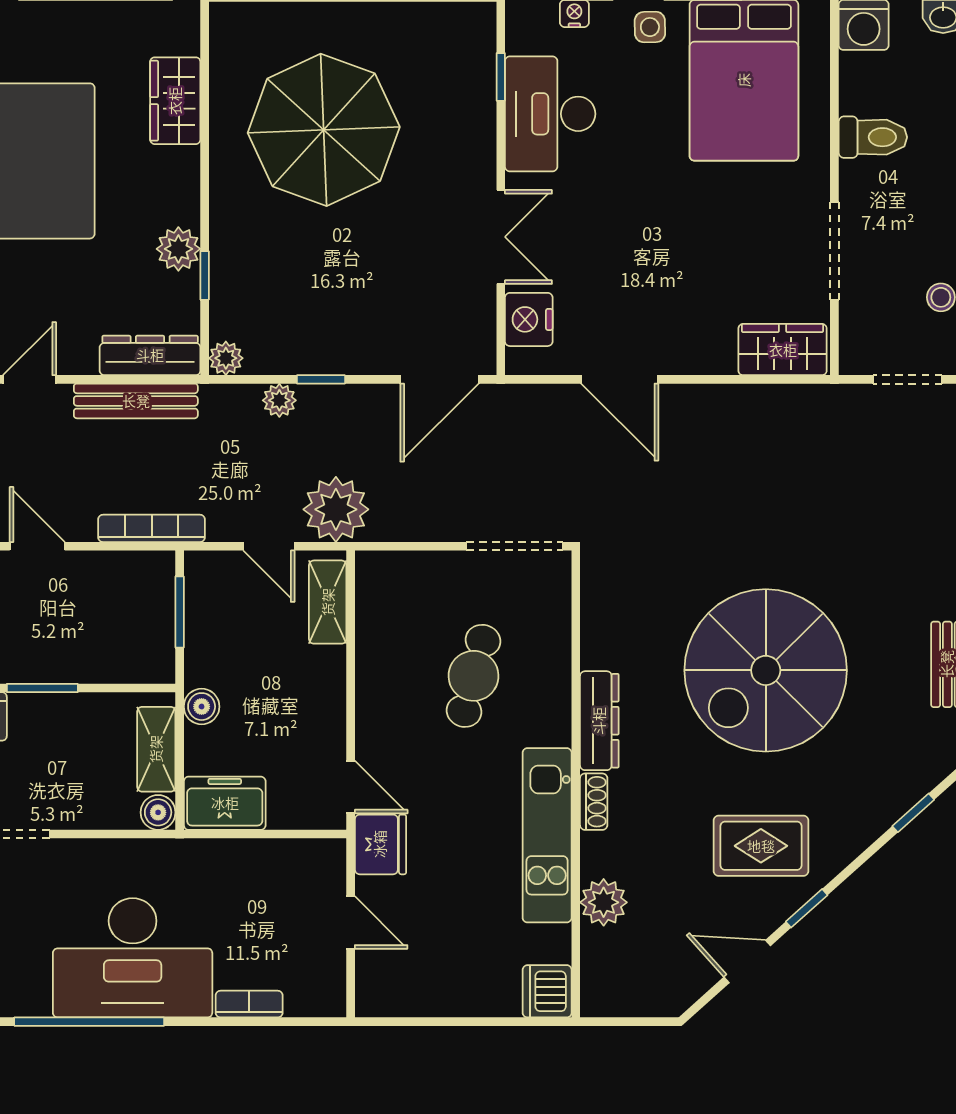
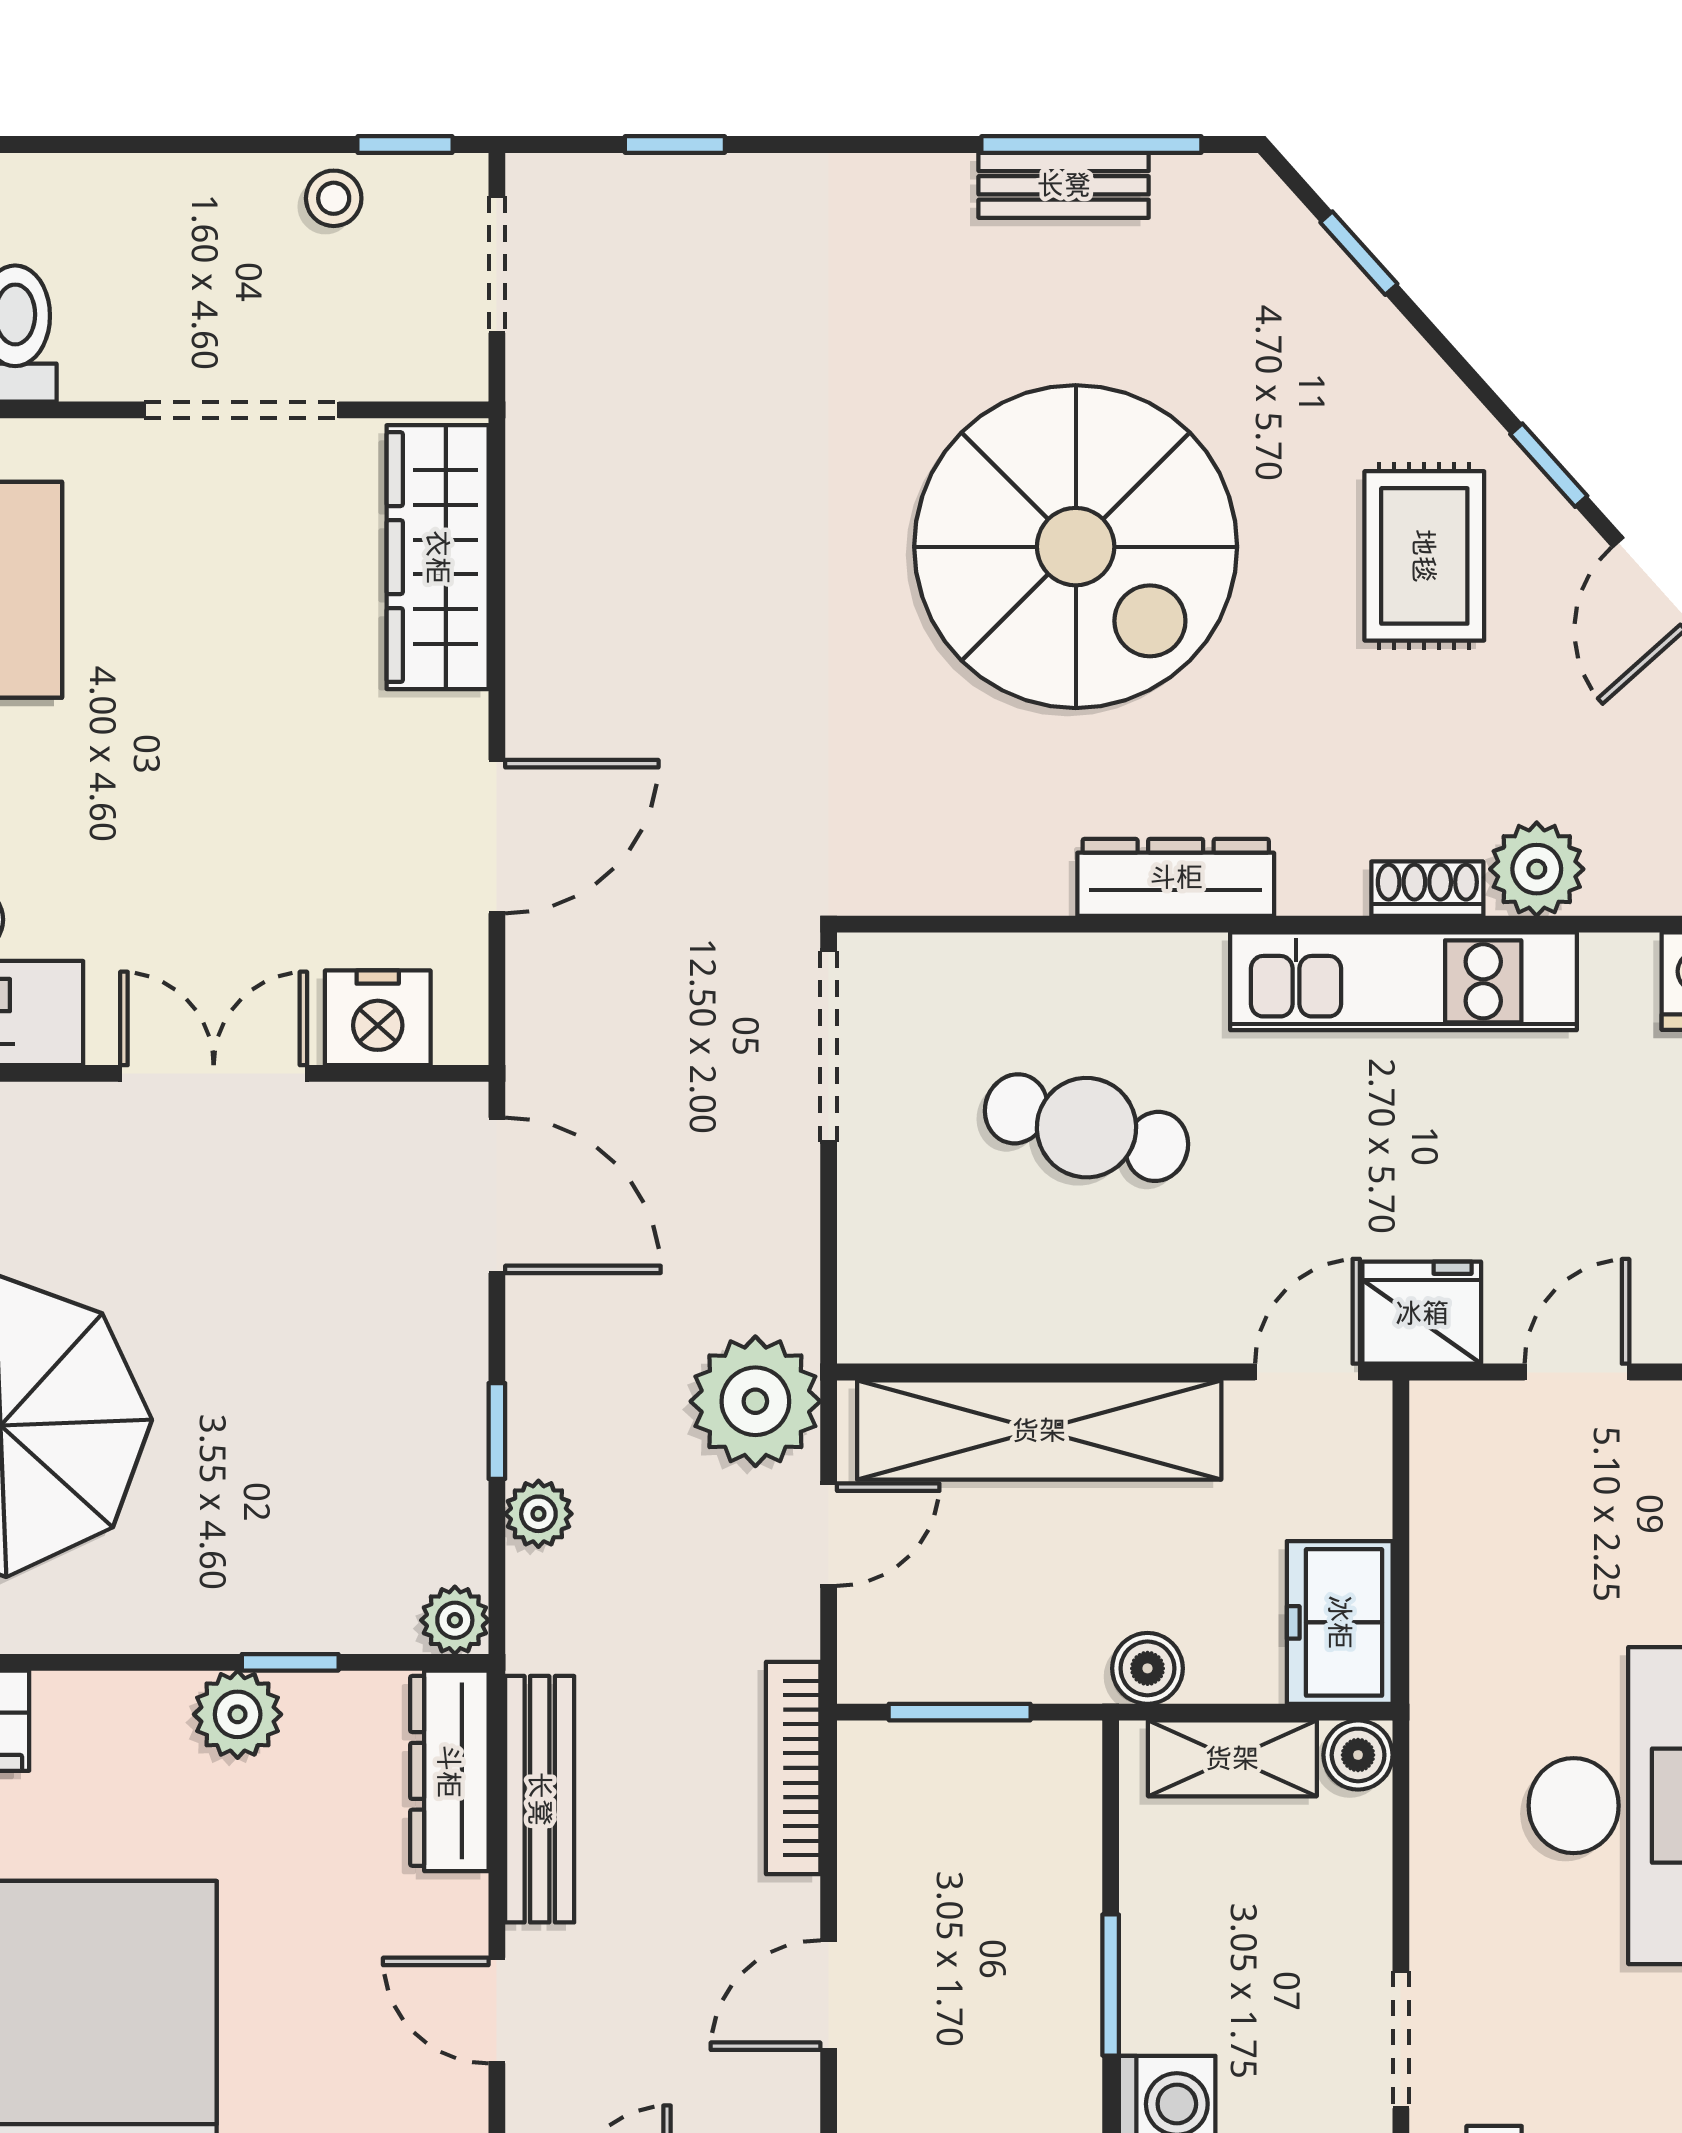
wardrobe: (783, 350) -> (438, 557), width x1.50
shelving: (328, 602) -> (1039, 1430), width x2.20, depth x1.33
shoe rack: (594, 802) -> (1427, 889), moved

